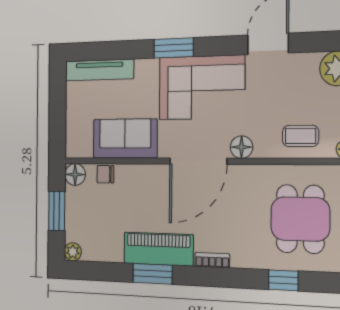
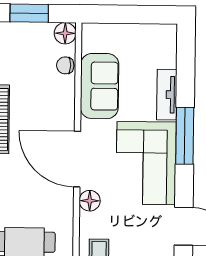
window: (174, 48) -> (185, 136), width x1.44
tv unit: (99, 70) -> (167, 95), moved, width x0.71
chair: (105, 174) -> (65, 65), turned -90

